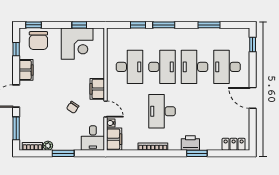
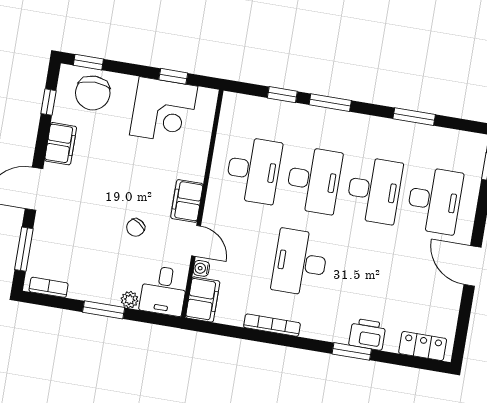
desk: (194, 67) -> (374, 190), turned 180
desk: (227, 67) -> (434, 200), turned 180
printer: (190, 143) -> (367, 334), moved
plant: (48, 146) -> (130, 300), moved

